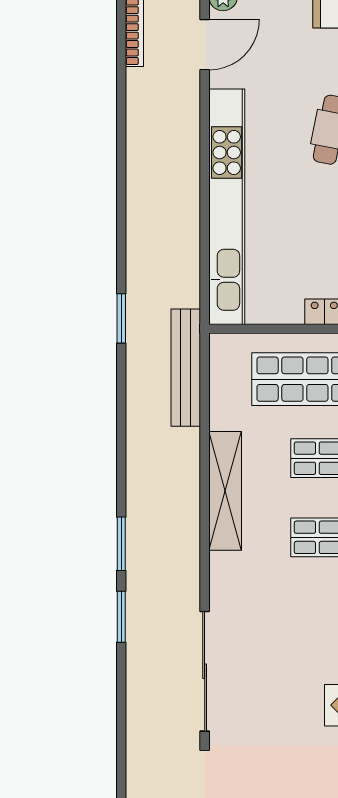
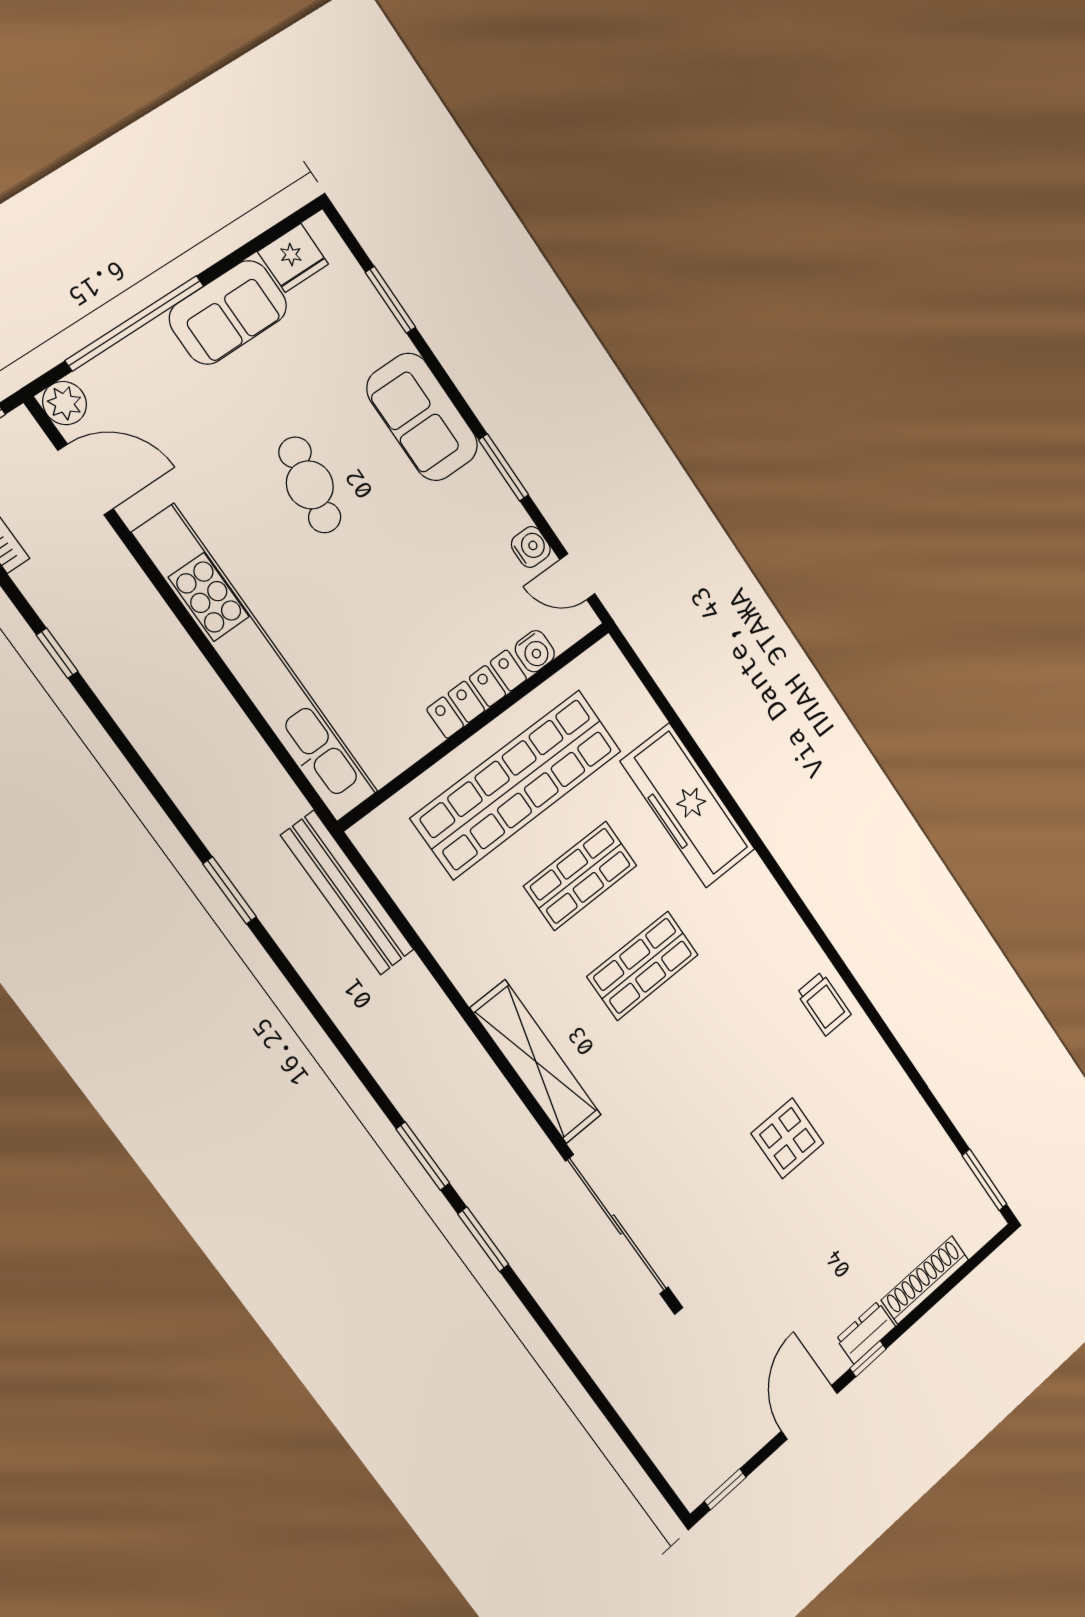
door: (205, 45) -> (86, 480), hinge flipped
window: (121, 126) -> (57, 653), added
shelving: (225, 491) -> (536, 1062), moved

